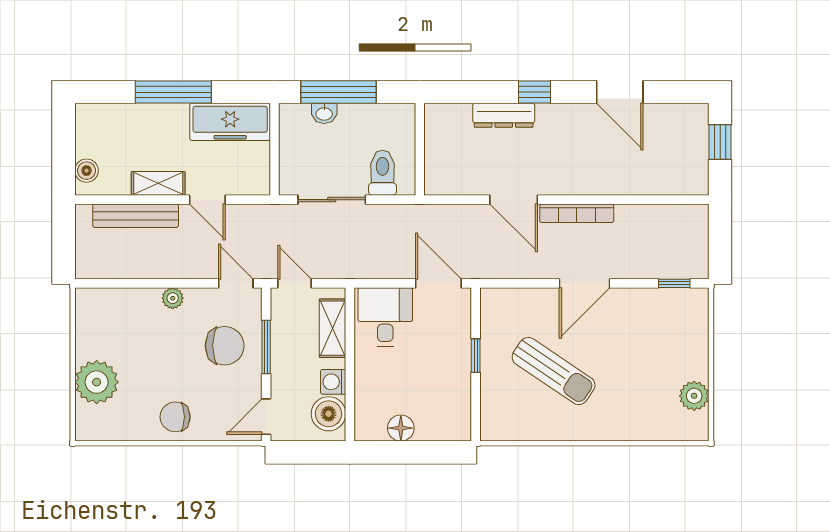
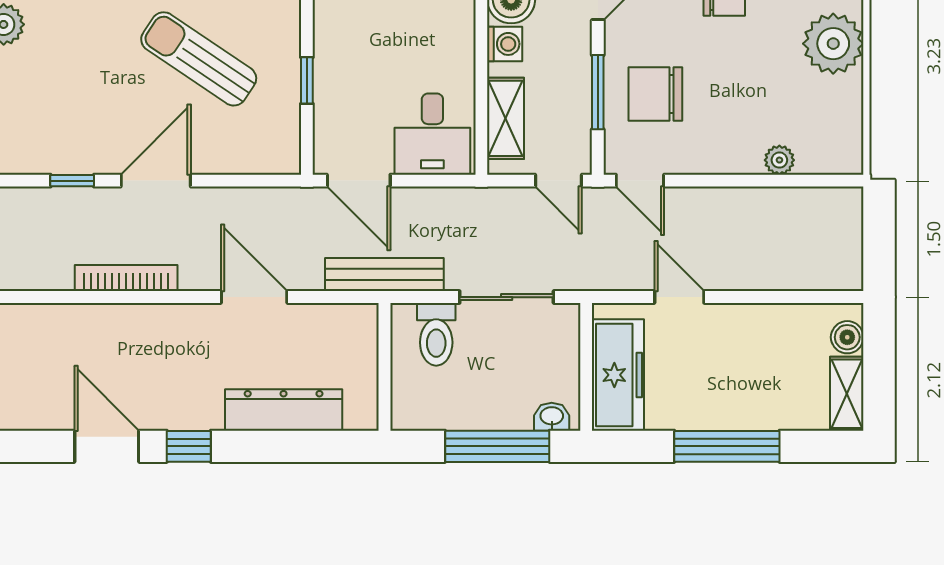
window: (534, 92) -> (189, 446), moved
washbasin: (324, 113) -> (552, 417), moved
dresser: (504, 115) -> (284, 410), width x1.37, depth x1.24
freezer: (230, 122) -> (618, 375), moved, turned 90
shelving: (158, 183) -> (847, 394), moved, turned 90
bookcase: (577, 213) -> (126, 278), moved
bench: (136, 216) -> (384, 275), moved
window: (674, 283) -> (72, 181), moved
plant: (173, 298) -> (779, 160), moved

